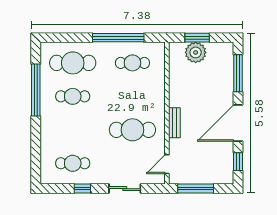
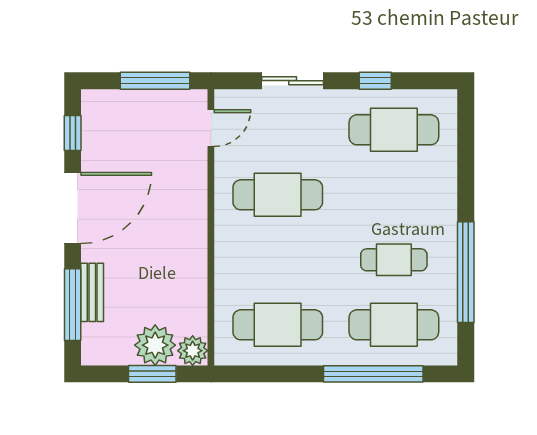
window: (118, 38) -> (373, 374), moved
plant: (176, 50) -> (193, 351), added
cafe table: (132, 63) -> (278, 325), width x1.37, depth x1.35
bench: (174, 123) -> (92, 292), moved
cafe table: (73, 163) -> (394, 130), width x1.37, depth x1.35

